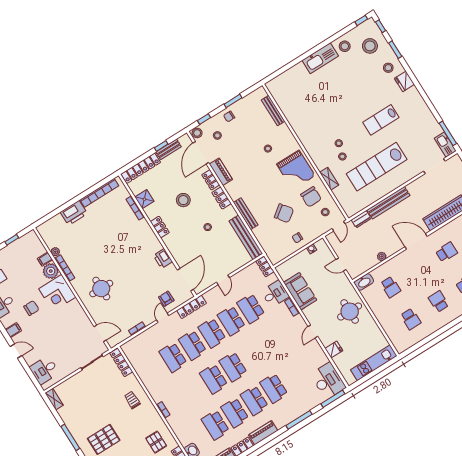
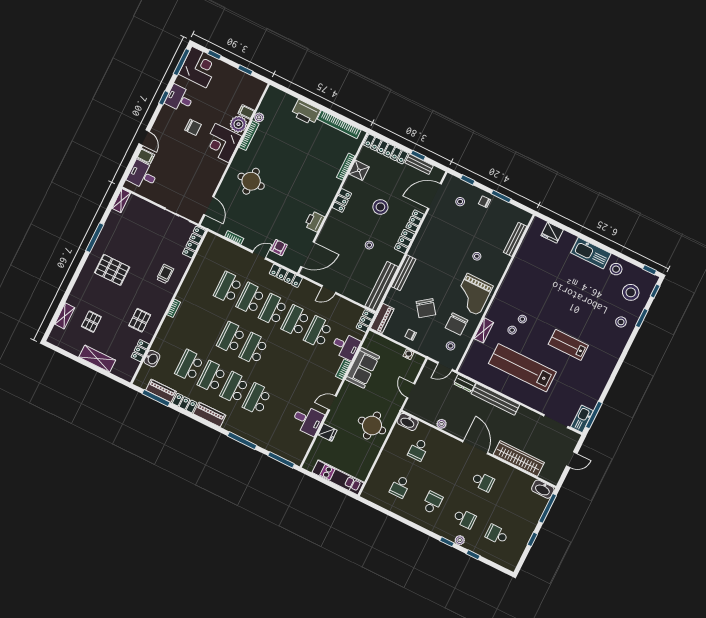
fridge: (404, 81) -> (552, 233), moved, turned -90
stool: (197, 133) -> (451, 181), removed
piano: (221, 172) -> (382, 318), moved
filing cabinet: (13, 330) -> (146, 156), moved
desk: (328, 381) -> (308, 420), moved, width x0.73

